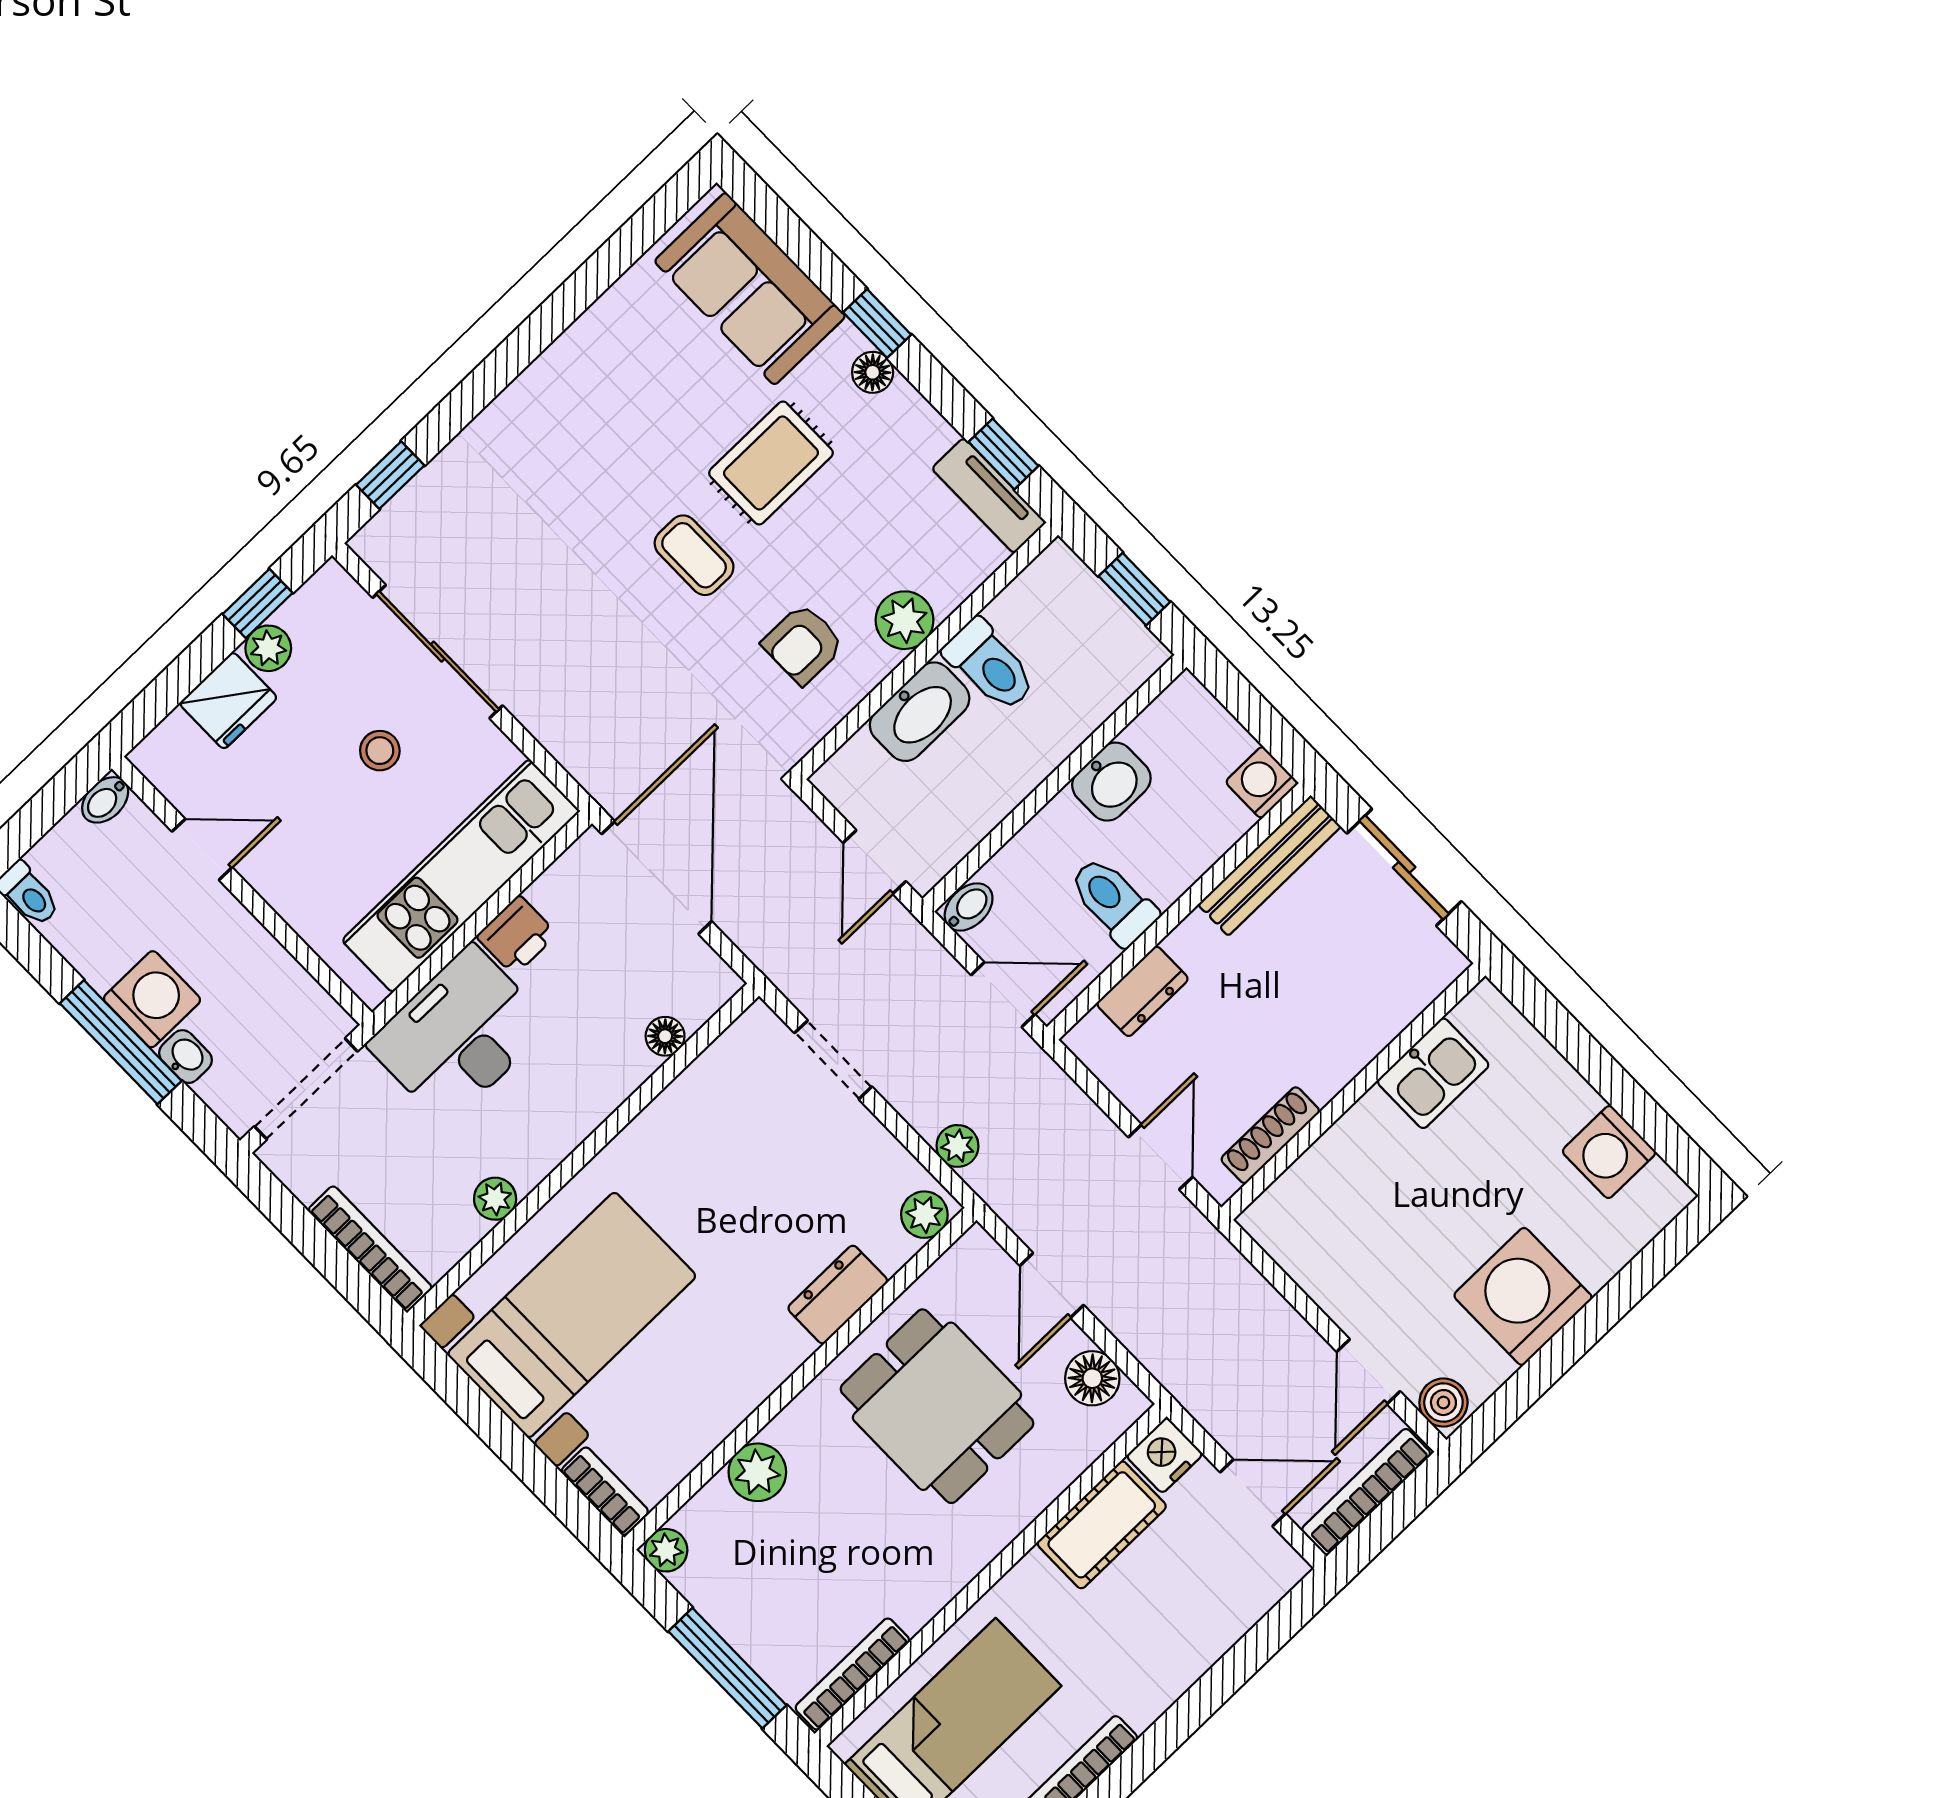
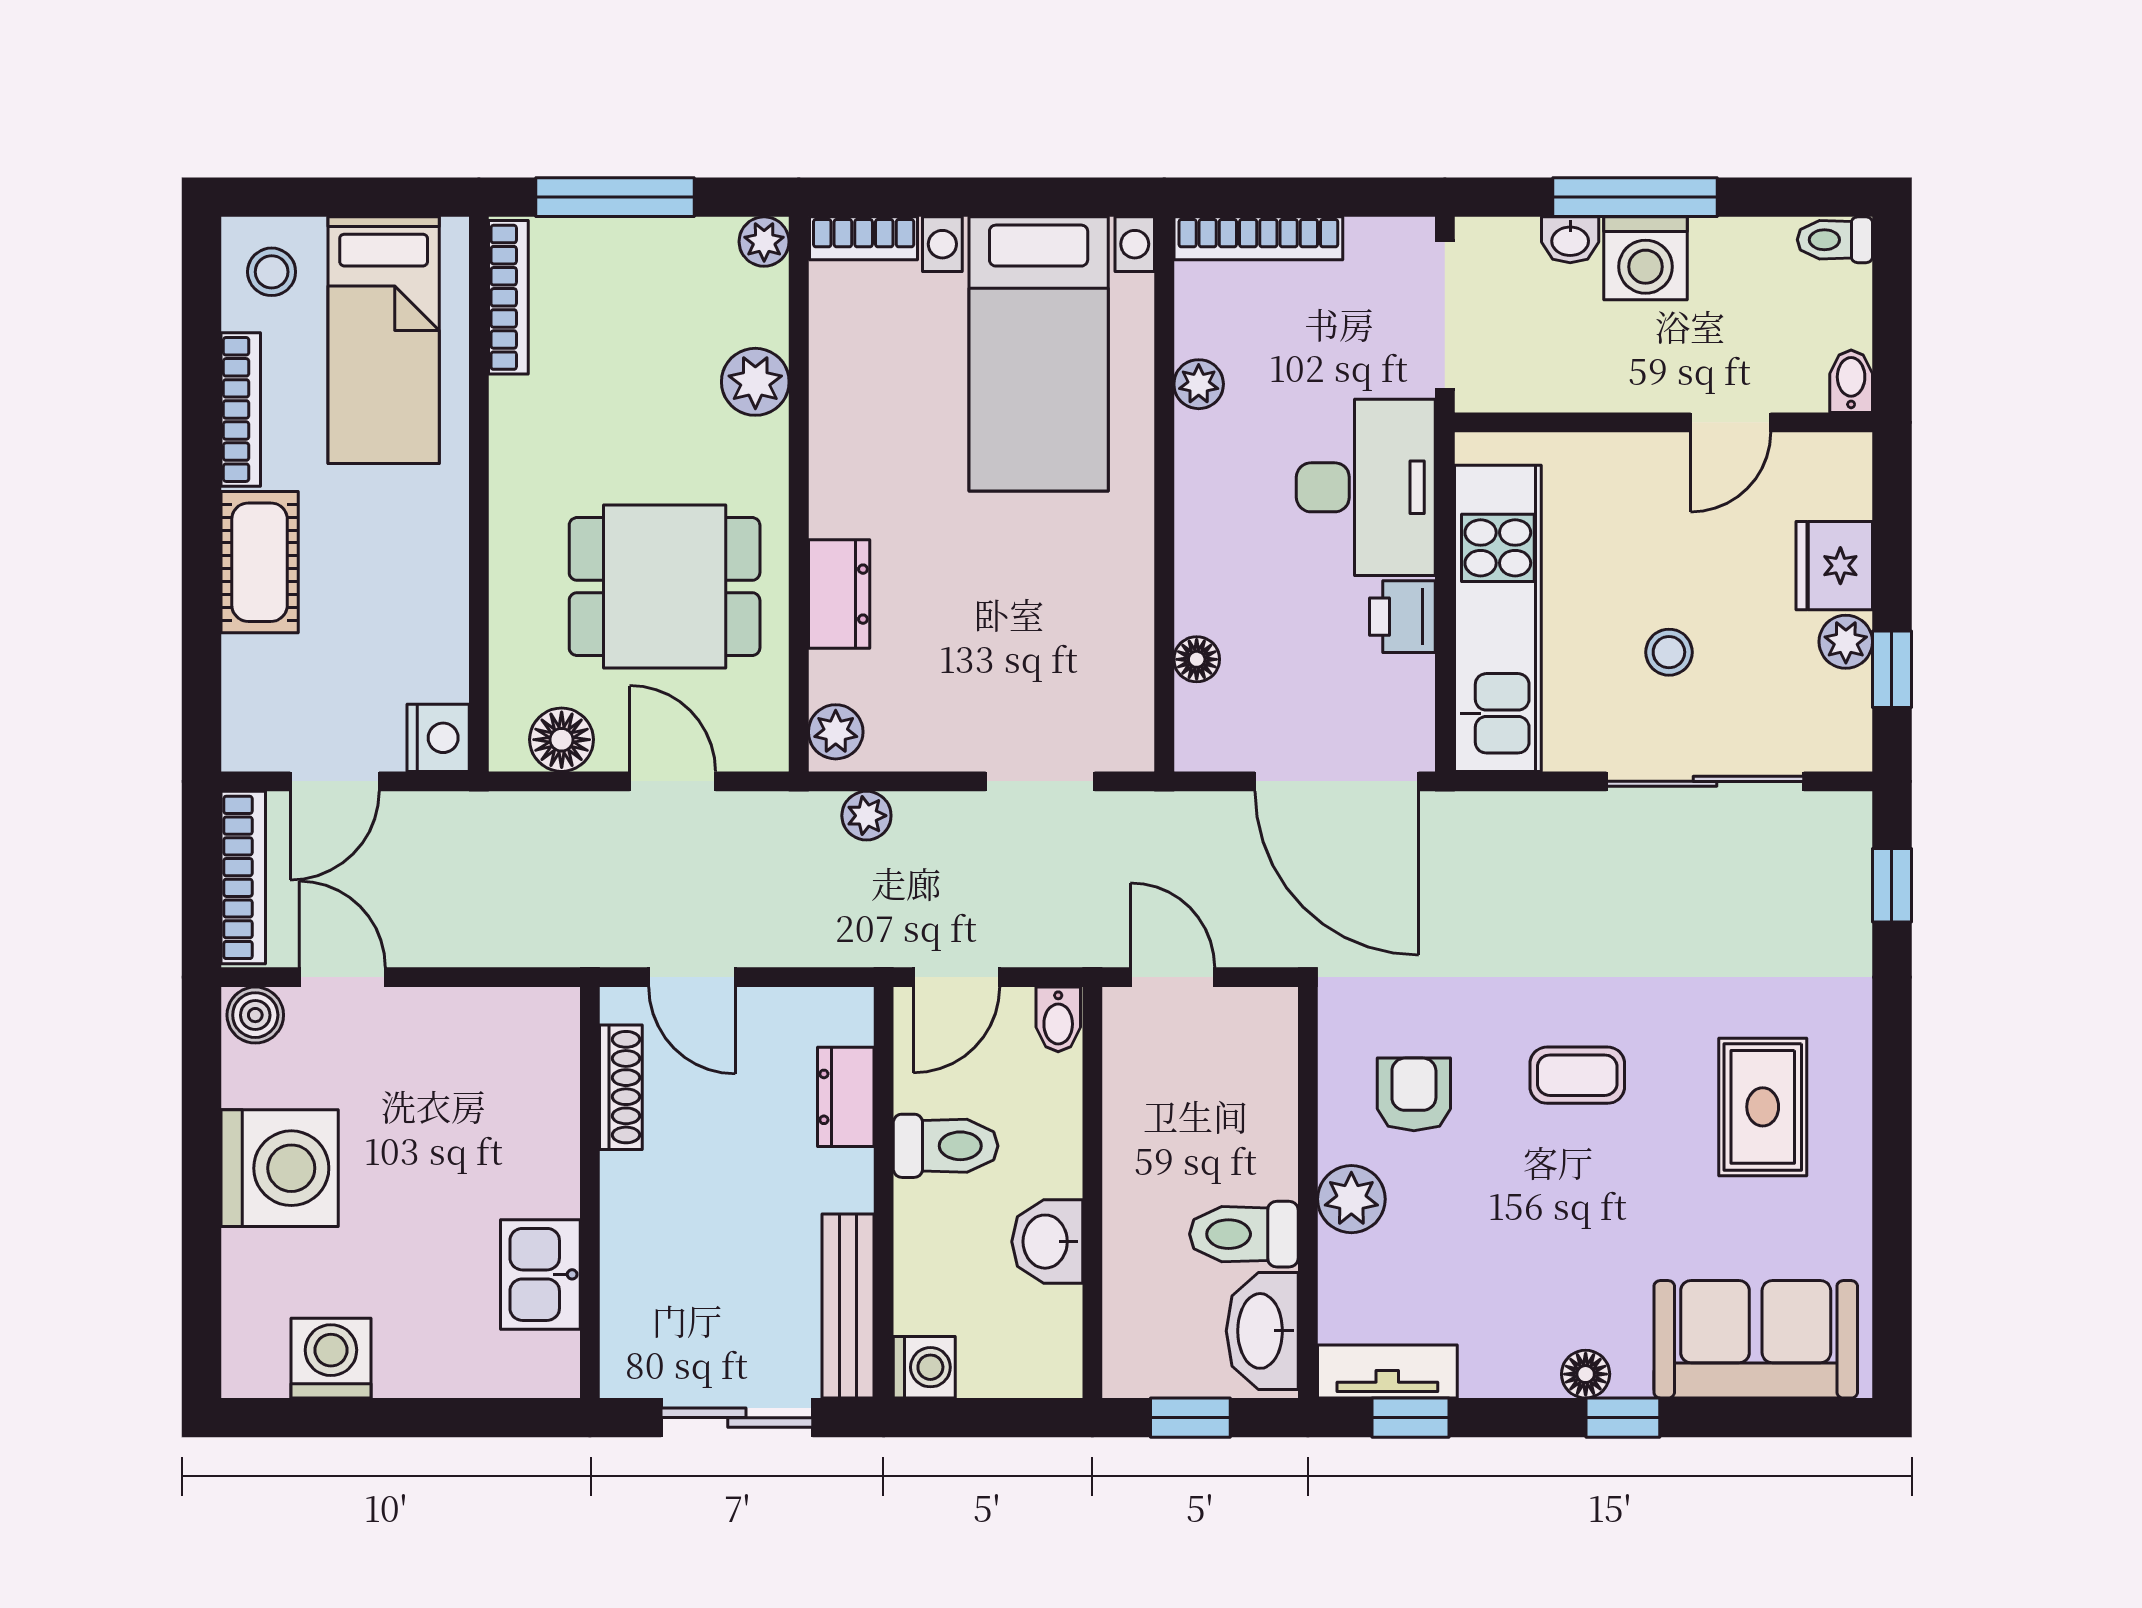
rug: (771, 463) -> (1763, 1107), moved
washbasin: (920, 712) -> (1262, 1331), moved
cot: (1102, 1525) -> (260, 562), moved

